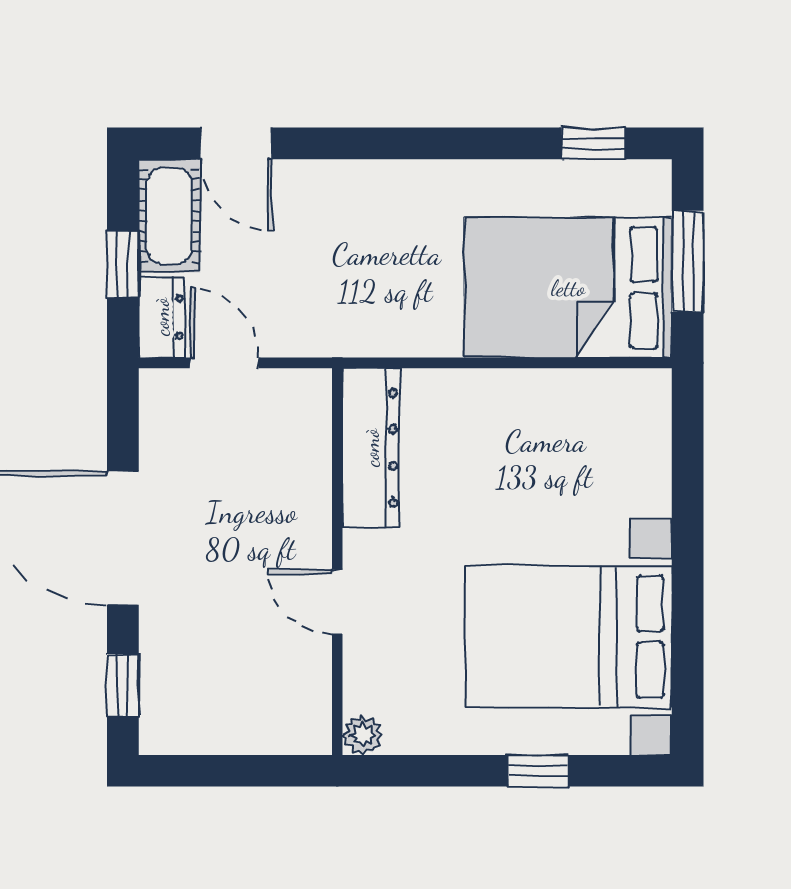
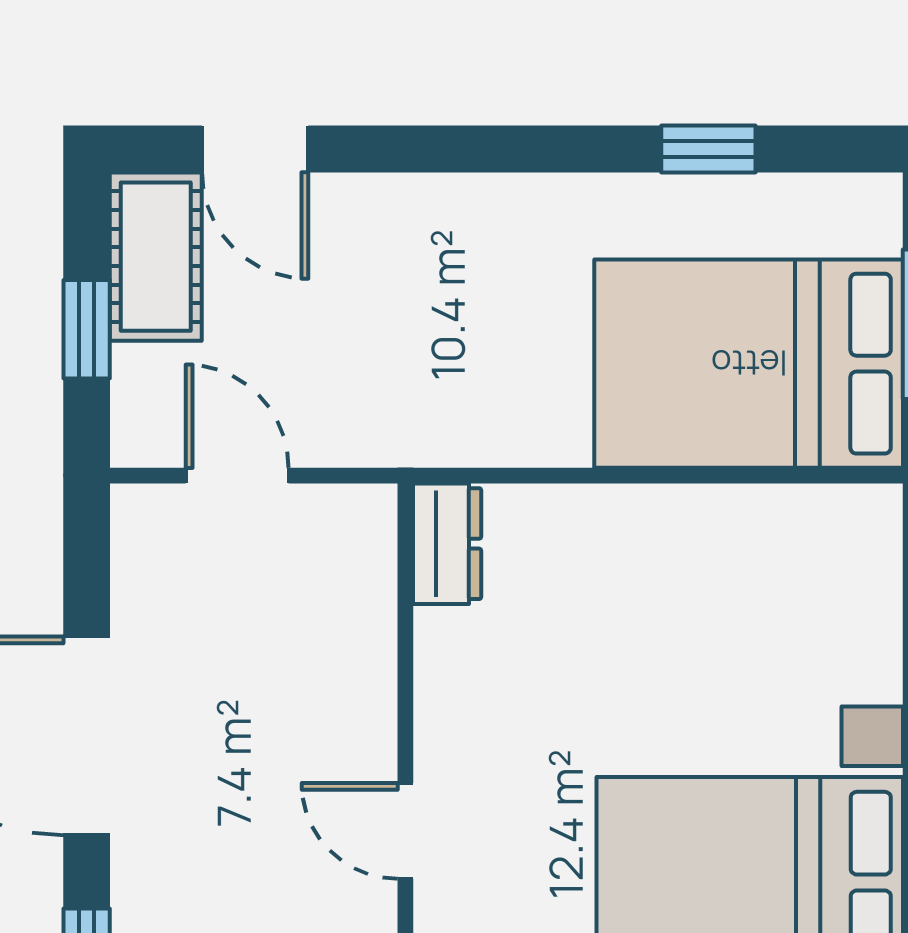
window: (594, 143) -> (708, 149), moved
dresser: (161, 317) -> (144, 407), removed
dresser: (371, 448) -> (447, 544), width x0.51, depth x0.80

